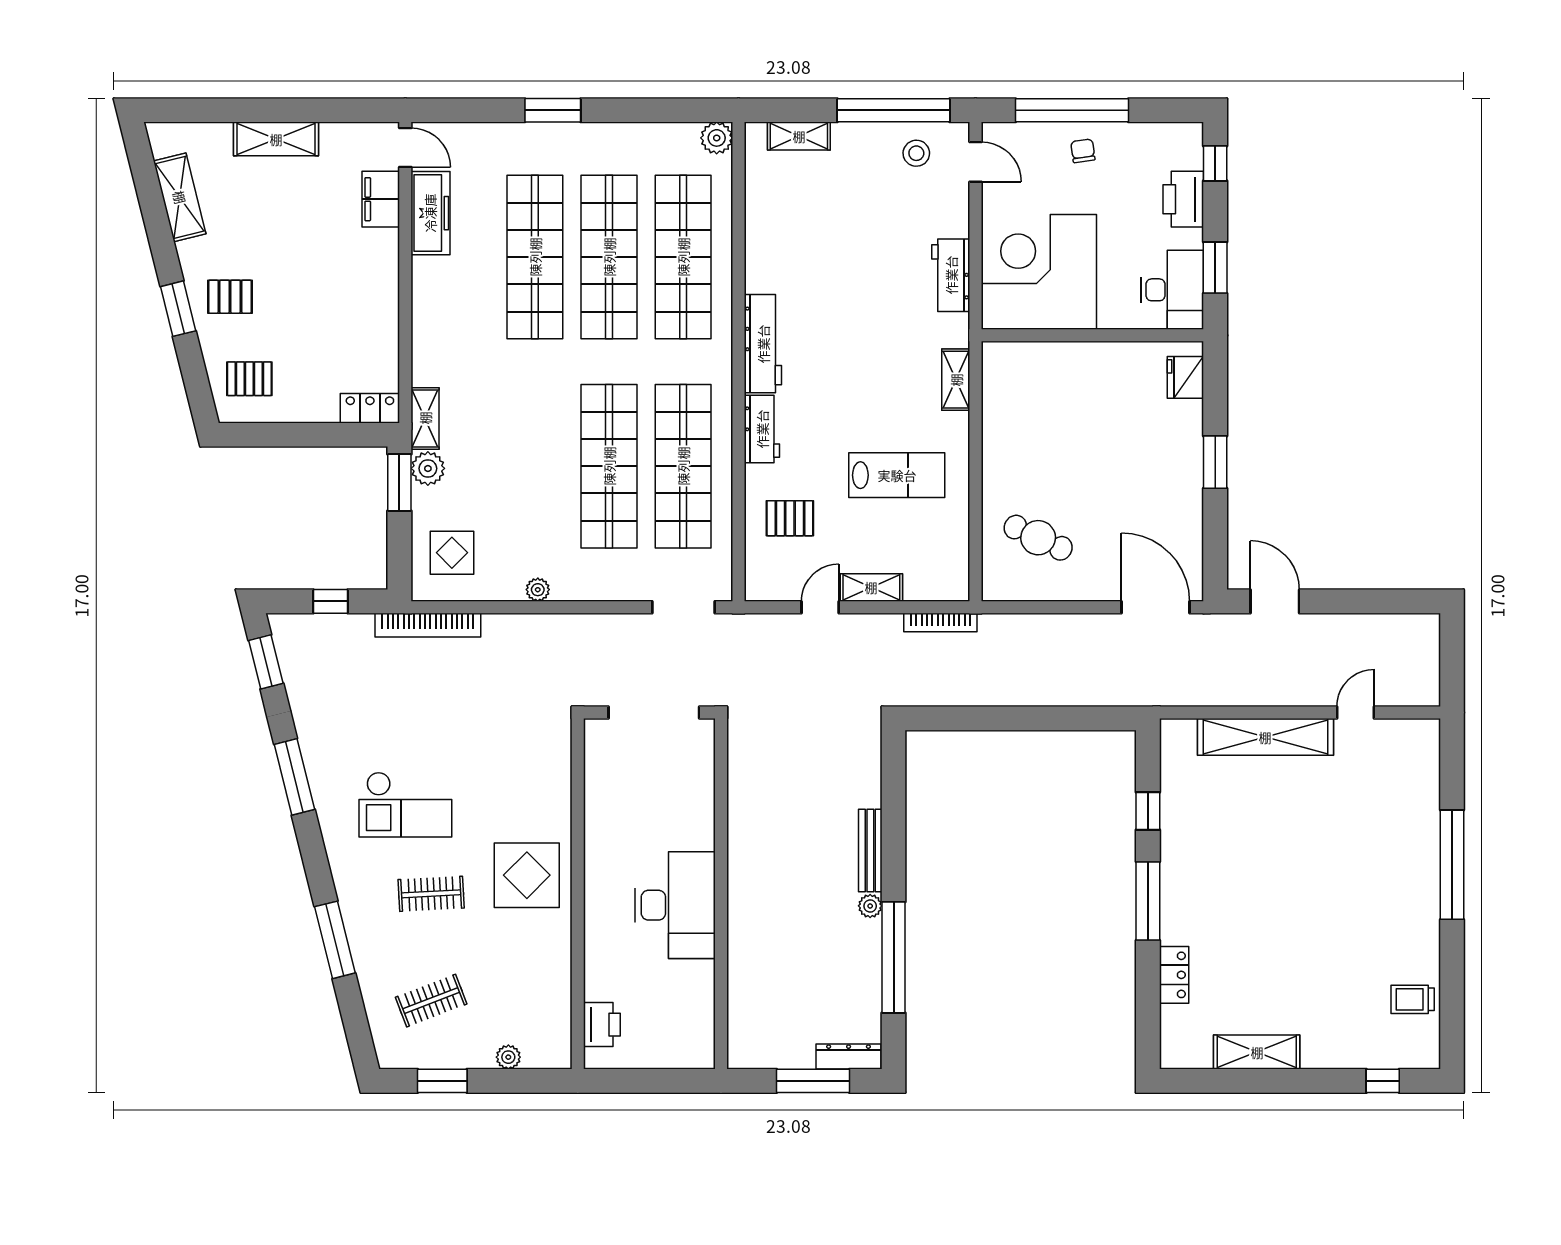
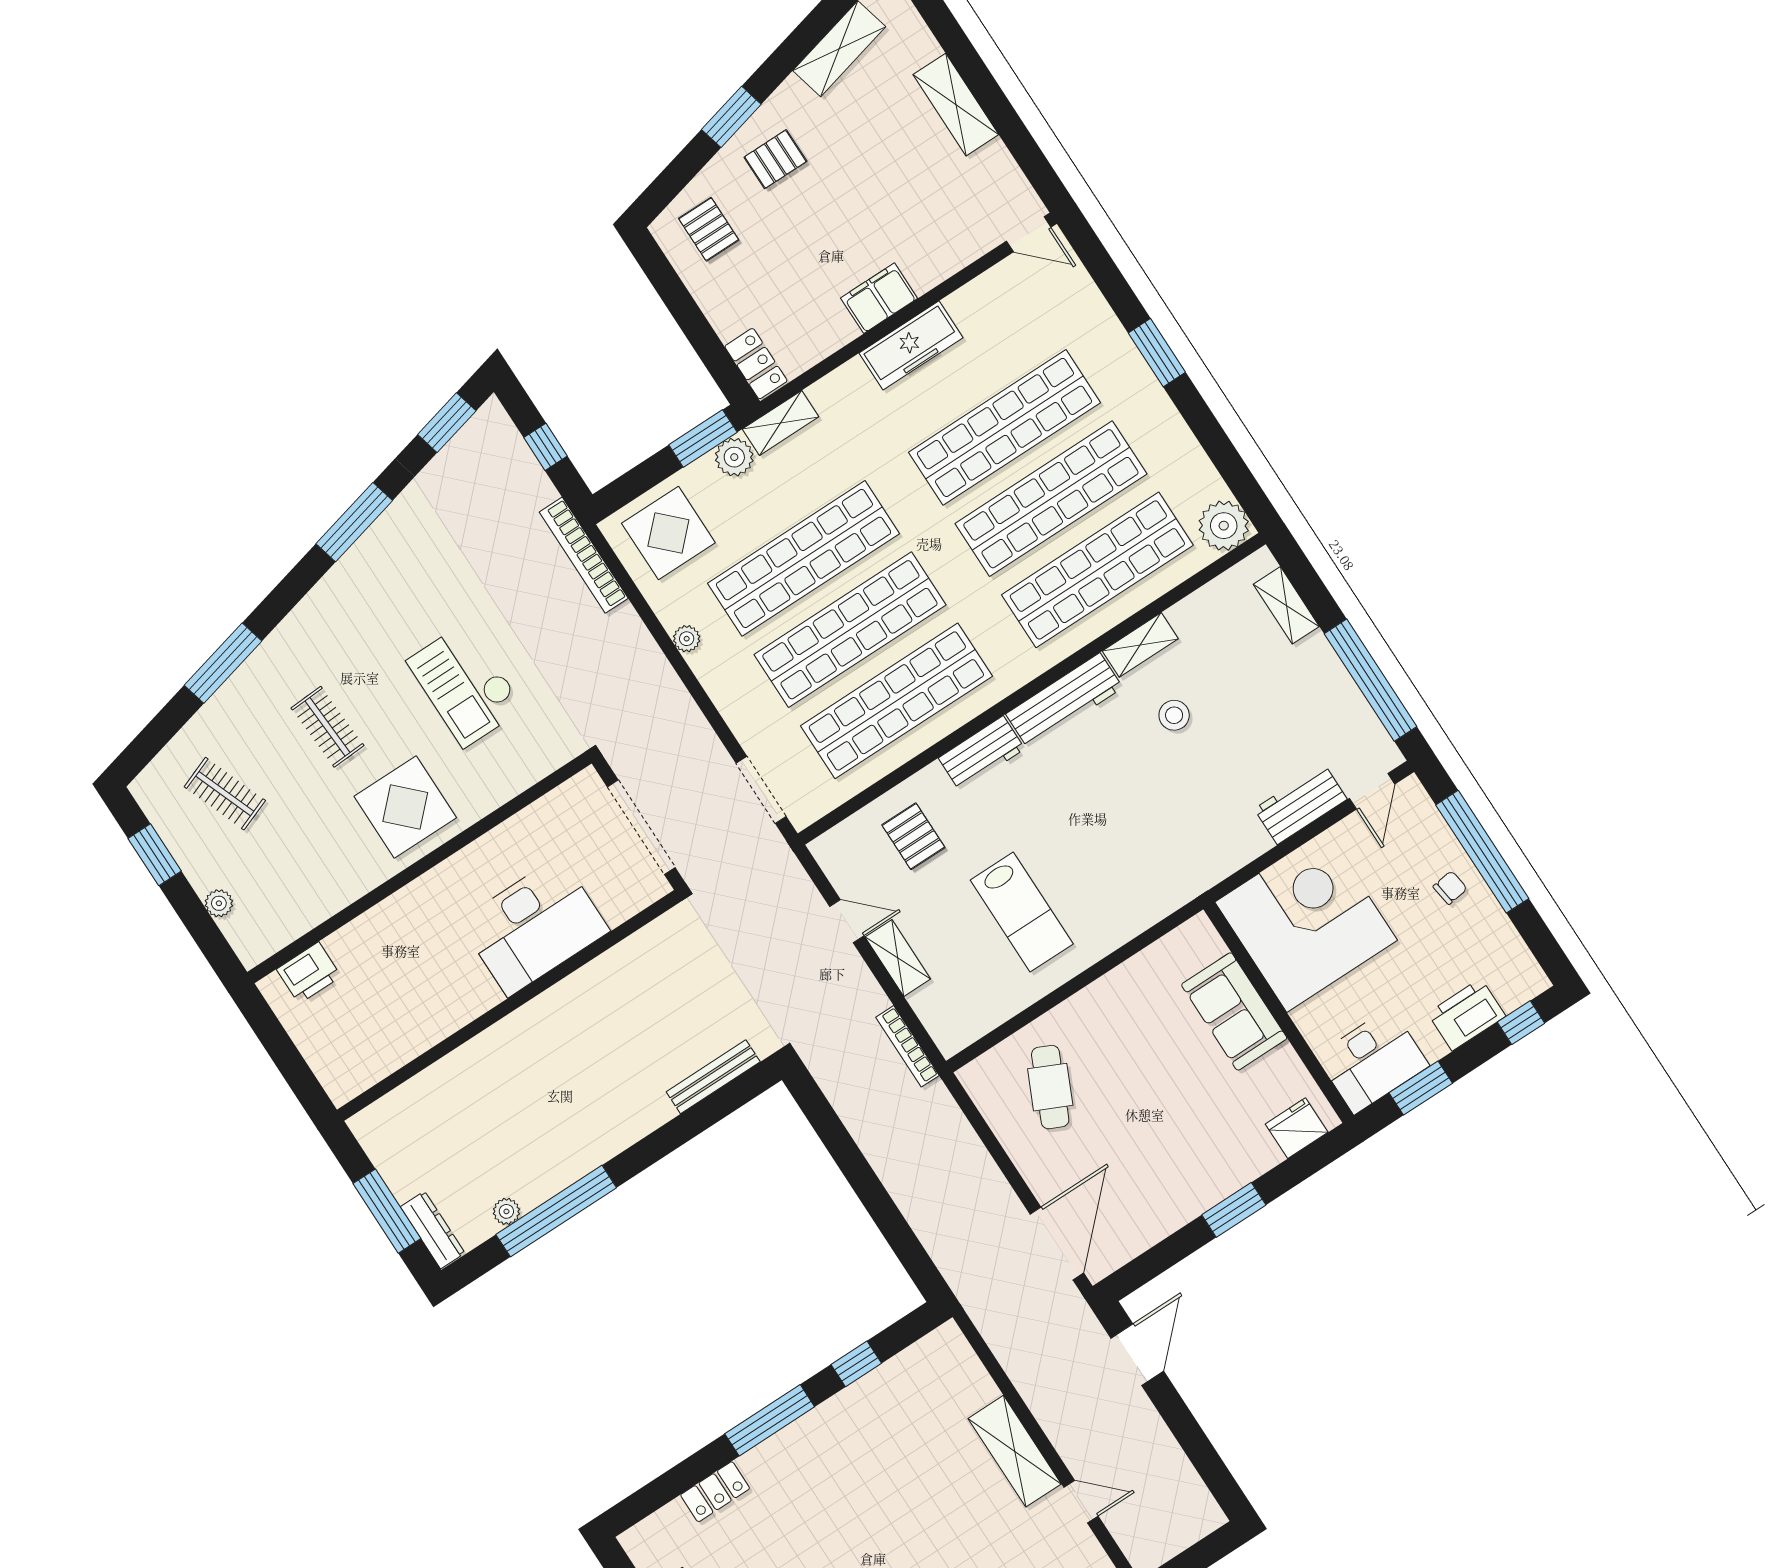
plant: (717, 138) -> (1224, 526), width x1.36, depth x1.36
door: (405, 147) -> (1029, 234), hinge flipped
stool: (916, 153) -> (1174, 715), moved
filing cabinet: (381, 199) -> (879, 298), moved
freezer: (430, 213) -> (911, 345), moved
workbench: (951, 275) -> (1301, 804), moved
pallet: (230, 297) -> (775, 159), turned 90
sofa: (1070, 367) -> (1234, 1011), added
shelving: (956, 380) -> (1140, 645), moved
shop shelf: (535, 466) -> (804, 558), added
display table: (452, 553) -> (668, 533), width x1.36, depth x1.36
shelving: (1265, 737) -> (1015, 1451), width x0.68
checkout: (405, 805) -> (465, 685), moved
bench: (870, 851) -> (713, 1077), moved
desk: (675, 905) -> (534, 926), moved
plant: (870, 906) -> (506, 1211), moved

